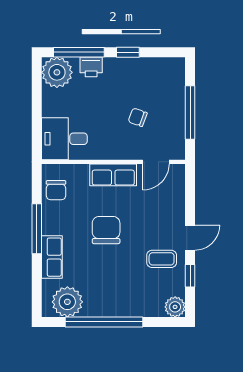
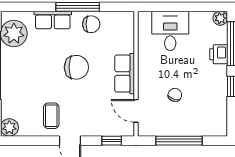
plant: (57, 72) -> (220, 18), width x0.53, depth x0.53
desk: (64, 139) -> (170, 31), moved
chair: (56, 190) -> (91, 24), moved, turned 180
window: (190, 276) -> (112, 141), moved

